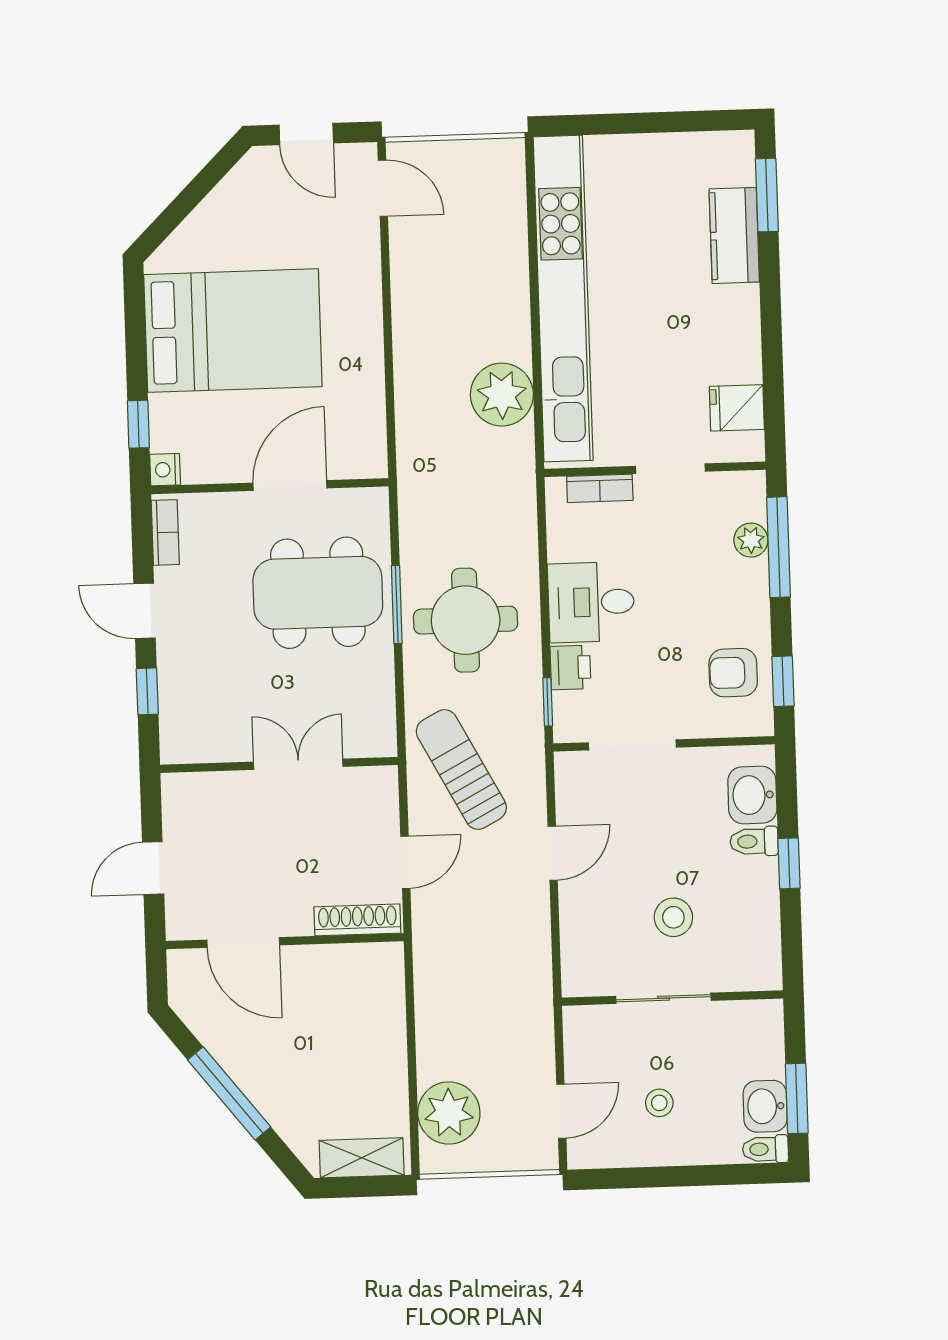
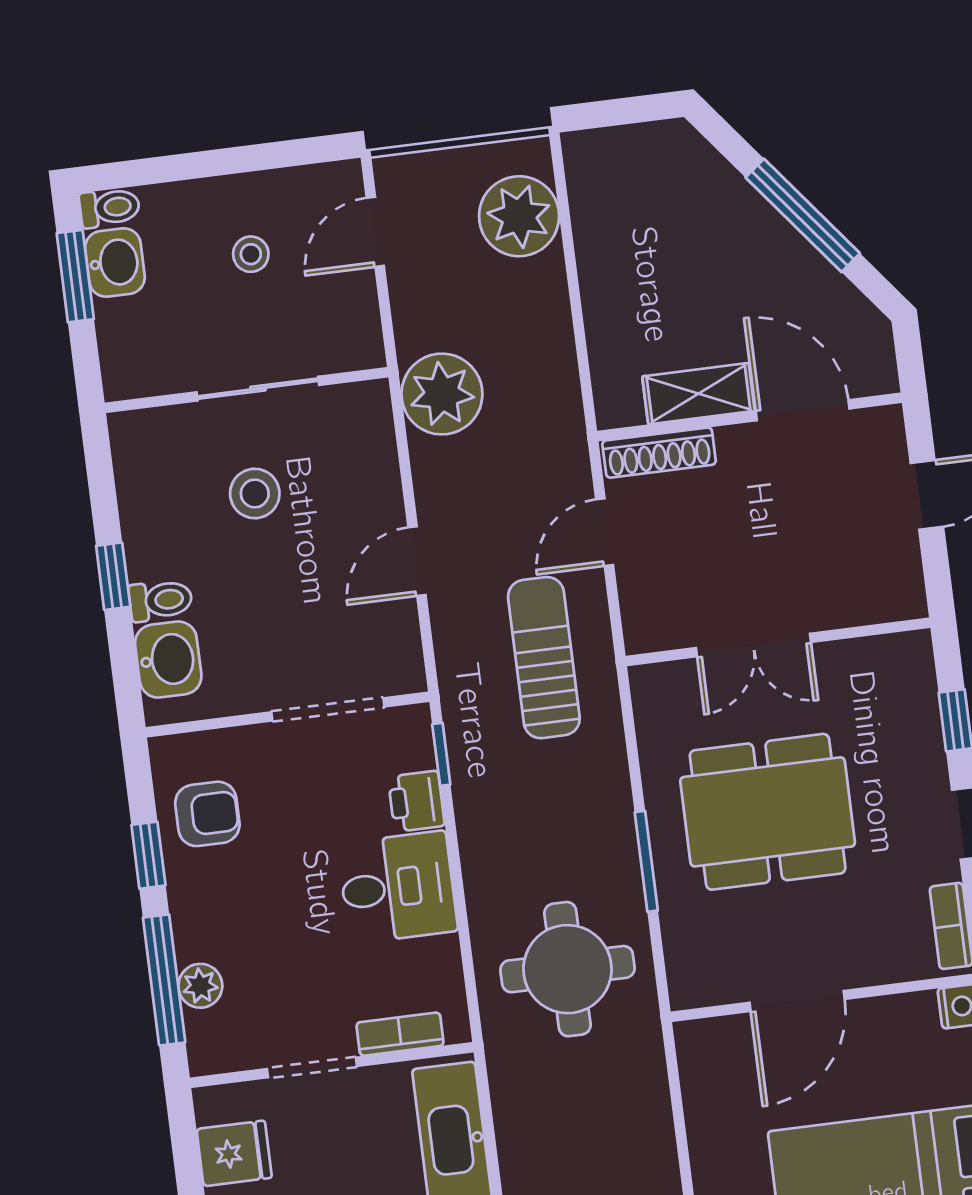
plant: (502, 395) -> (442, 394), moved
dining table: (318, 593) -> (768, 812), moved
round table: (466, 620) -> (567, 969), moved
window: (783, 681) -> (148, 855), moved
sun lounger: (461, 769) -> (544, 658), turned -152
shelving: (362, 1158) -> (698, 394), moved

